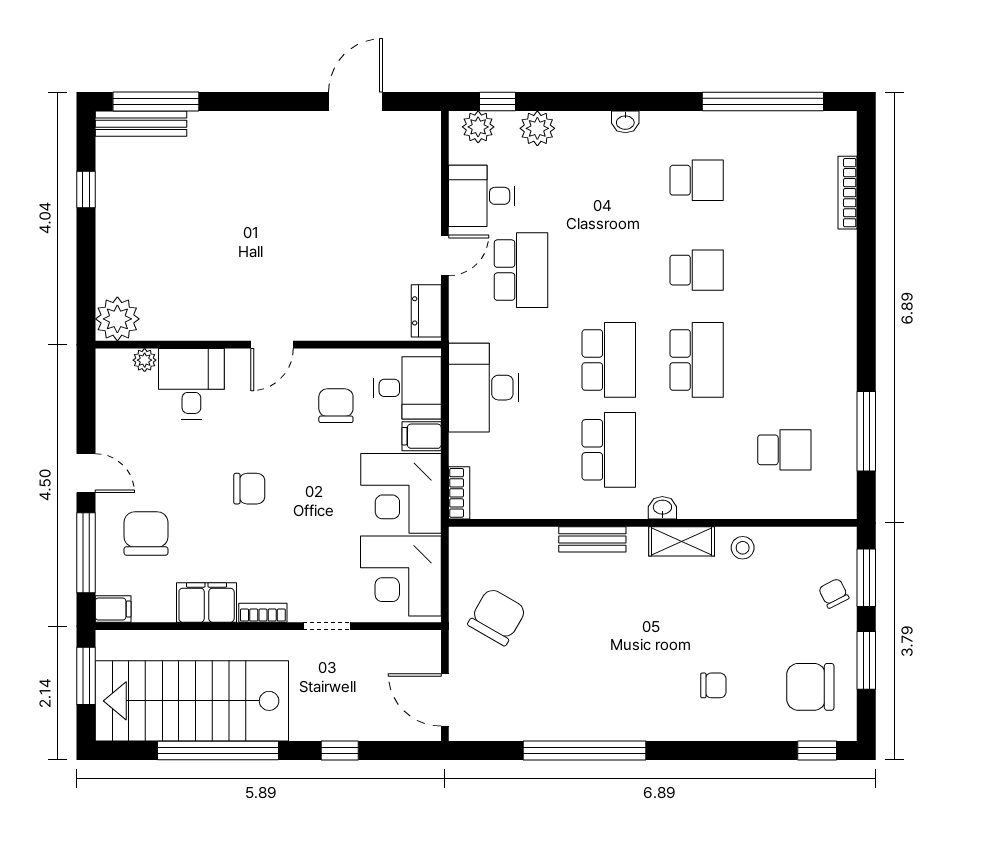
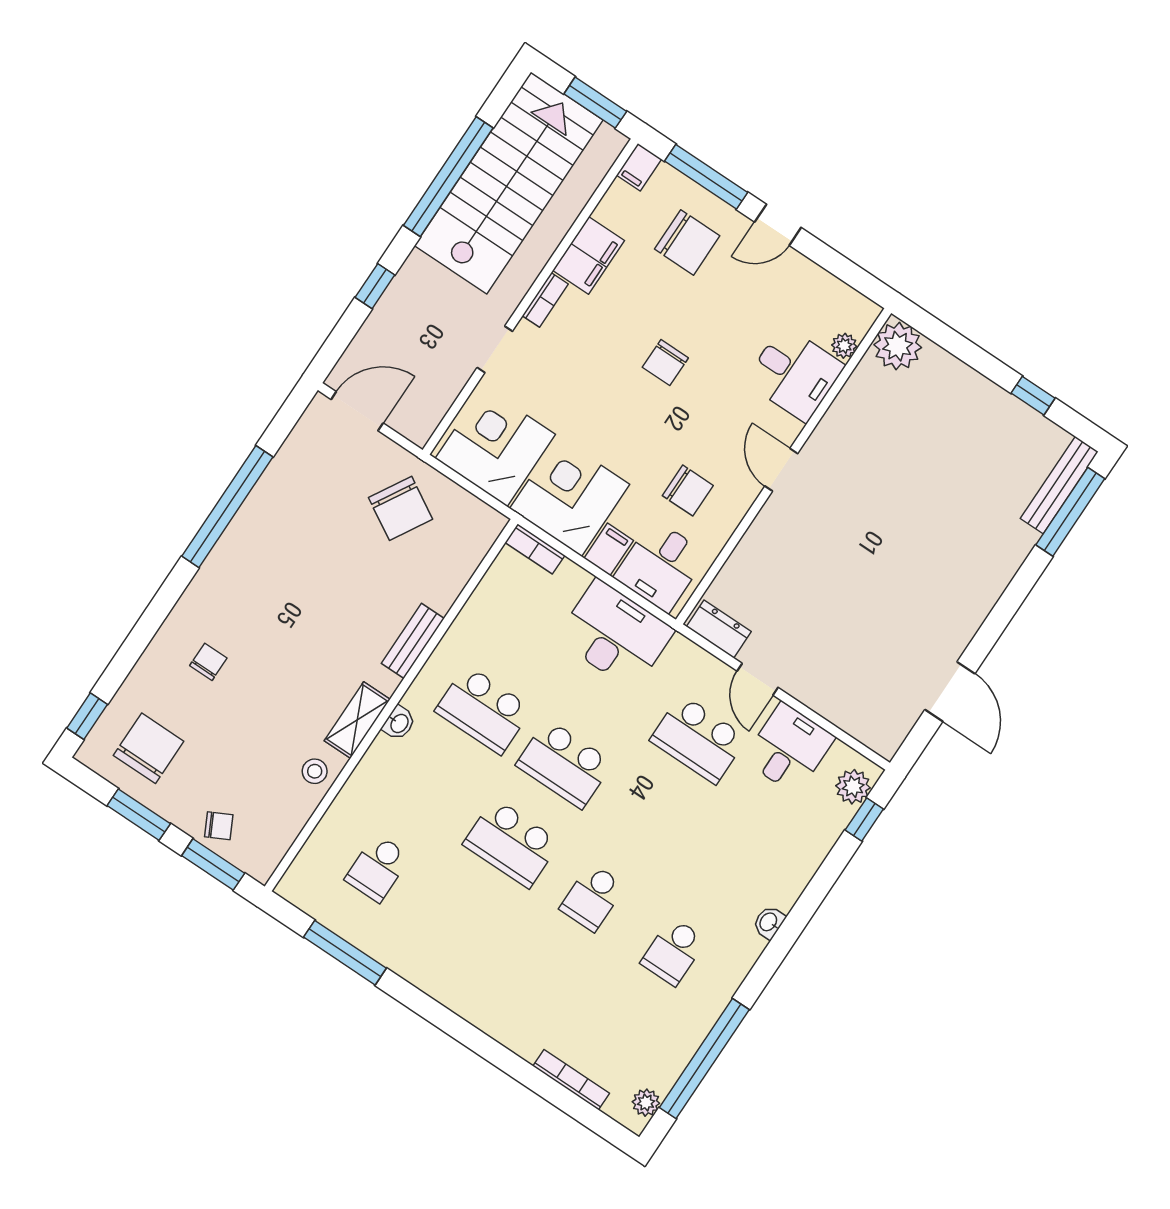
plant: (537, 128) -> (646, 1103), moved, width x0.73, depth x0.73
chair: (713, 685) -> (208, 662), turned 180

